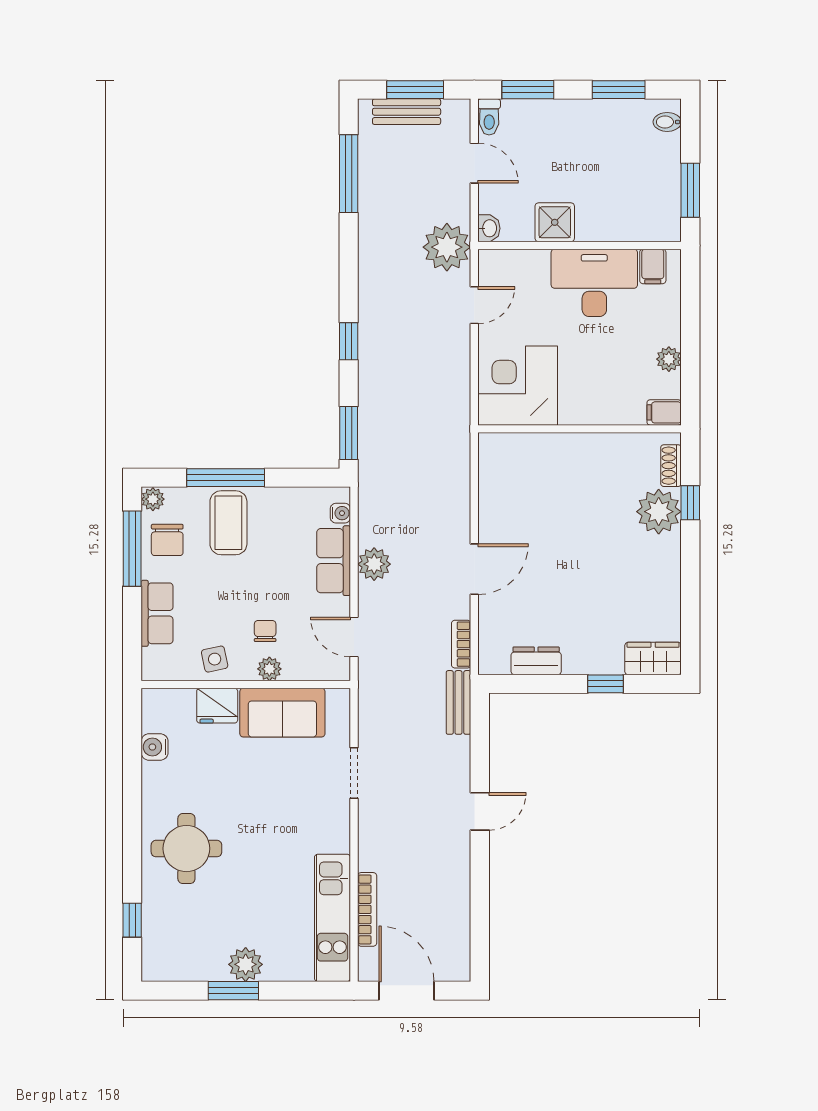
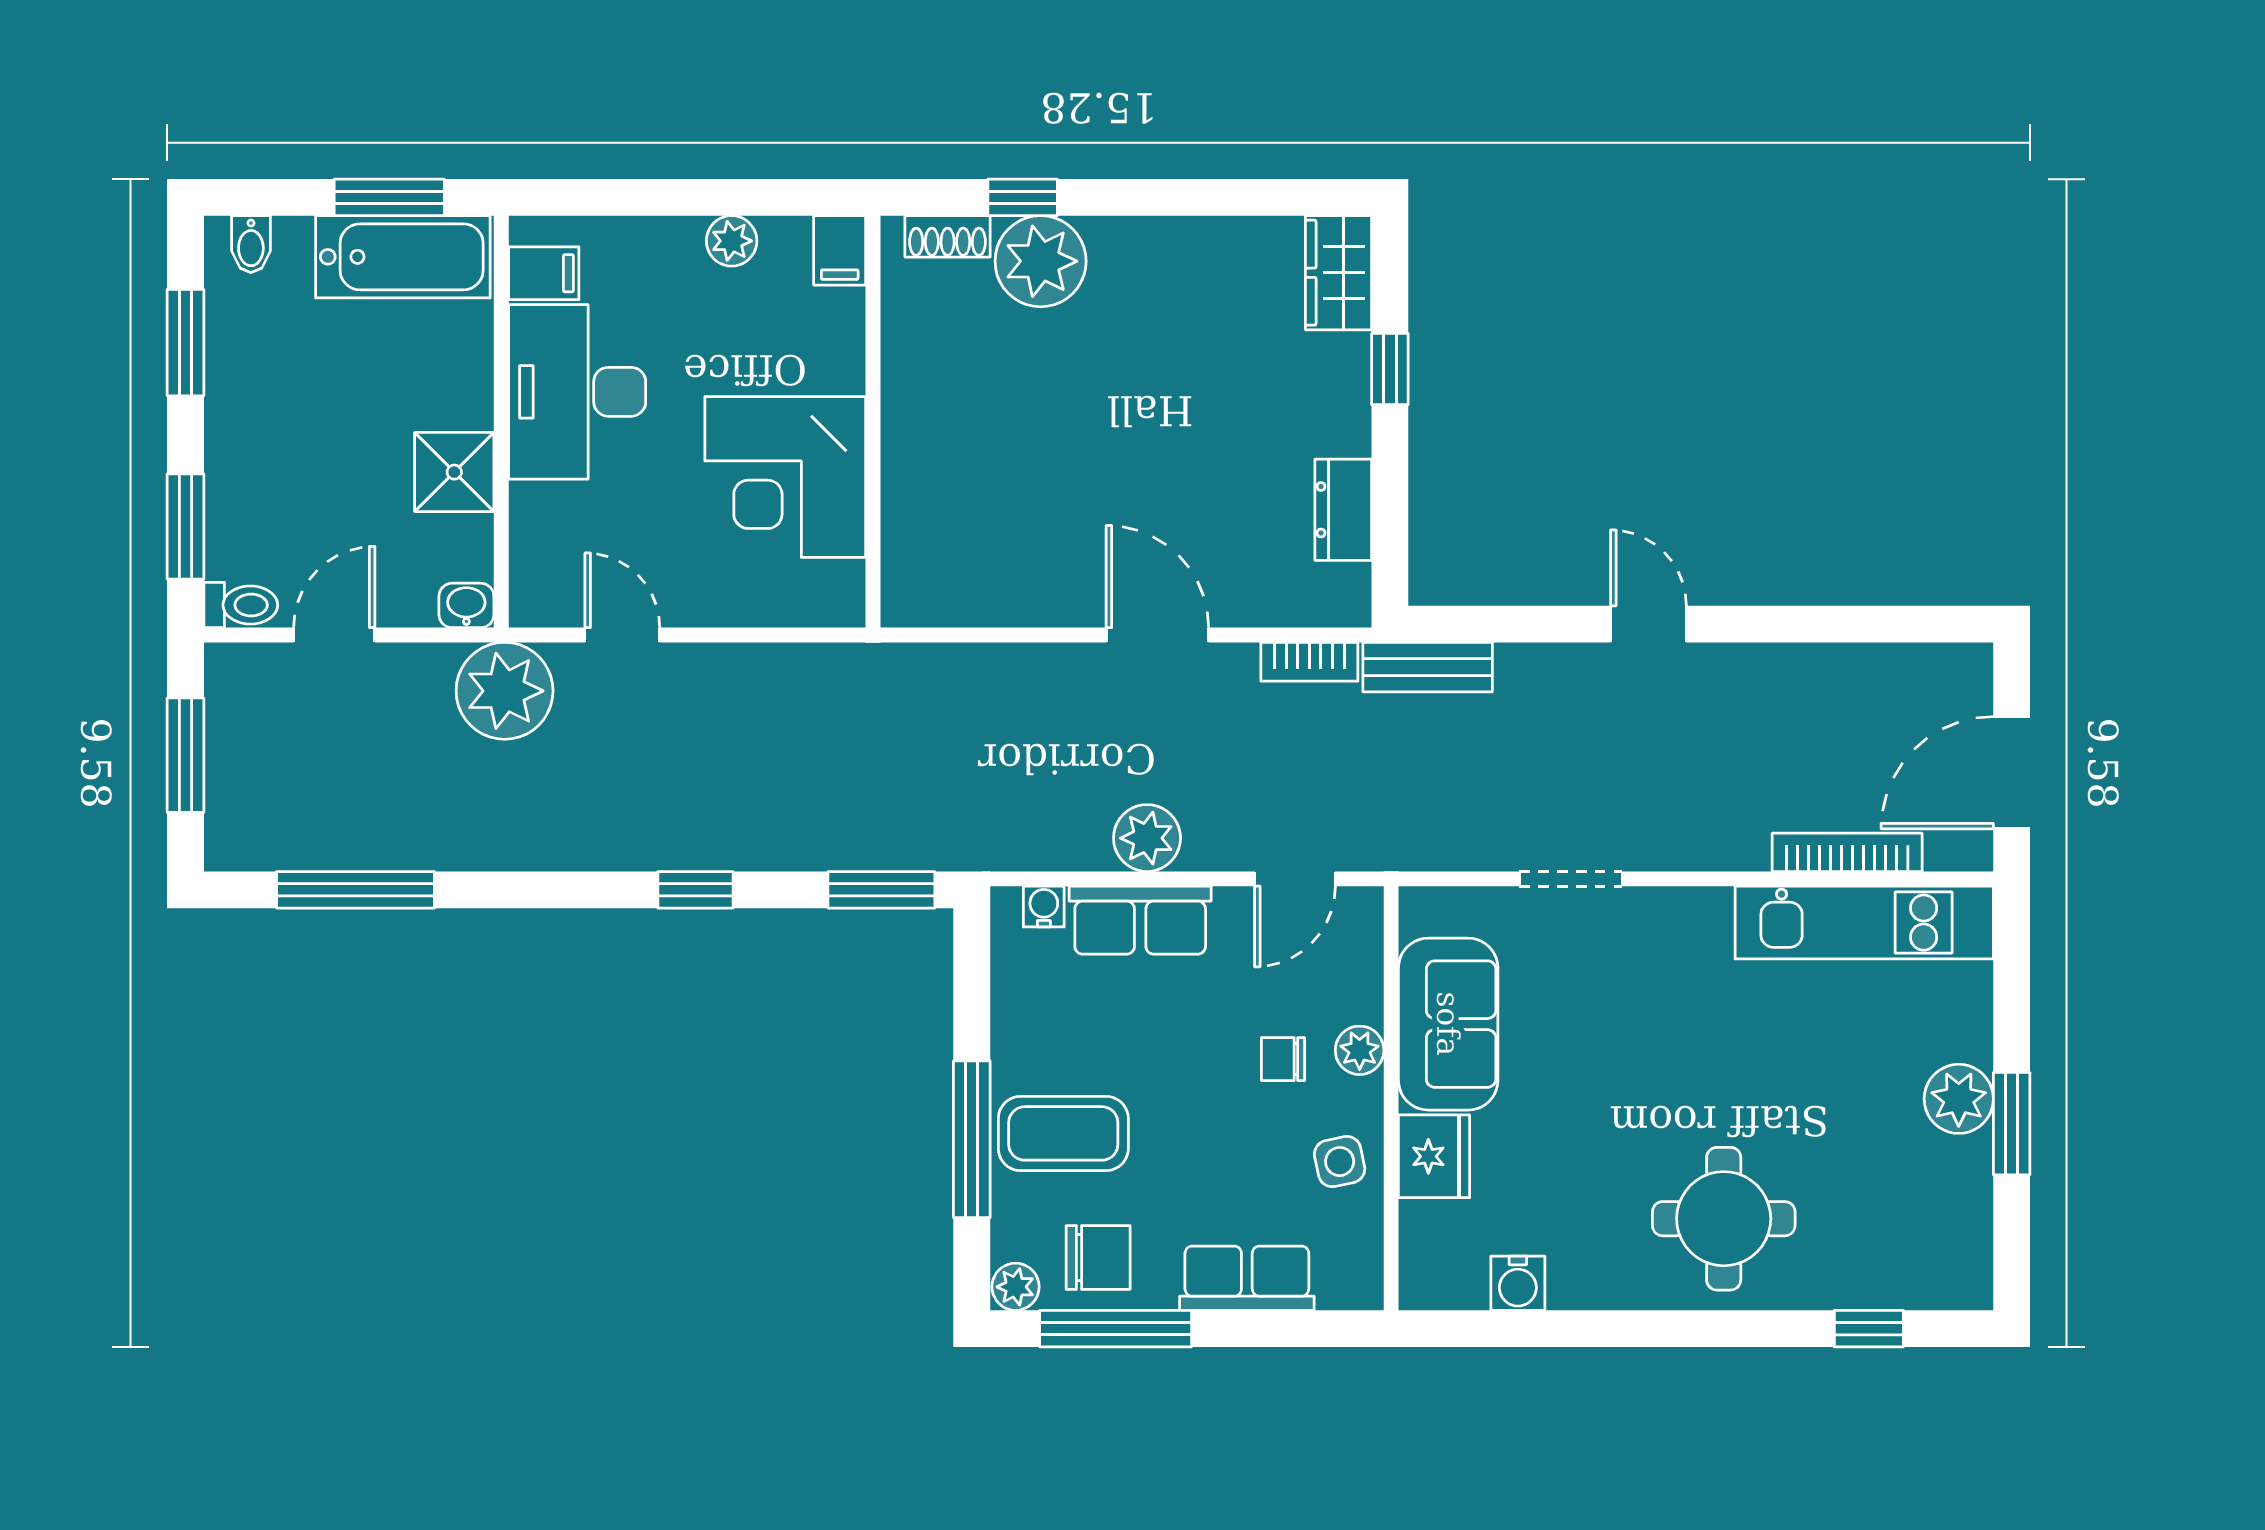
bench: (407, 112) -> (230, 772), removed
bathtub: (661, 197) -> (403, 257), added
corner desk: (518, 386) -> (785, 477), moved

